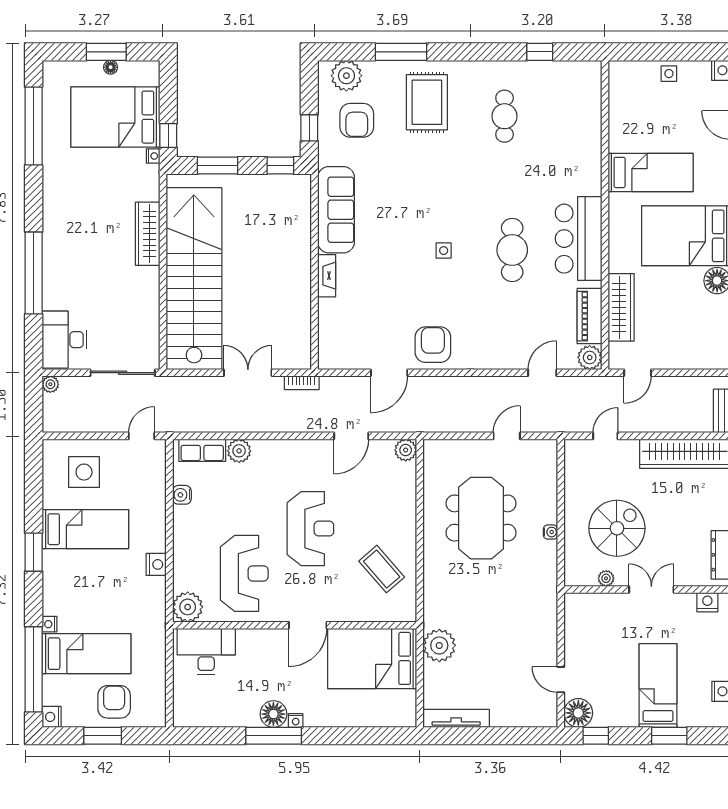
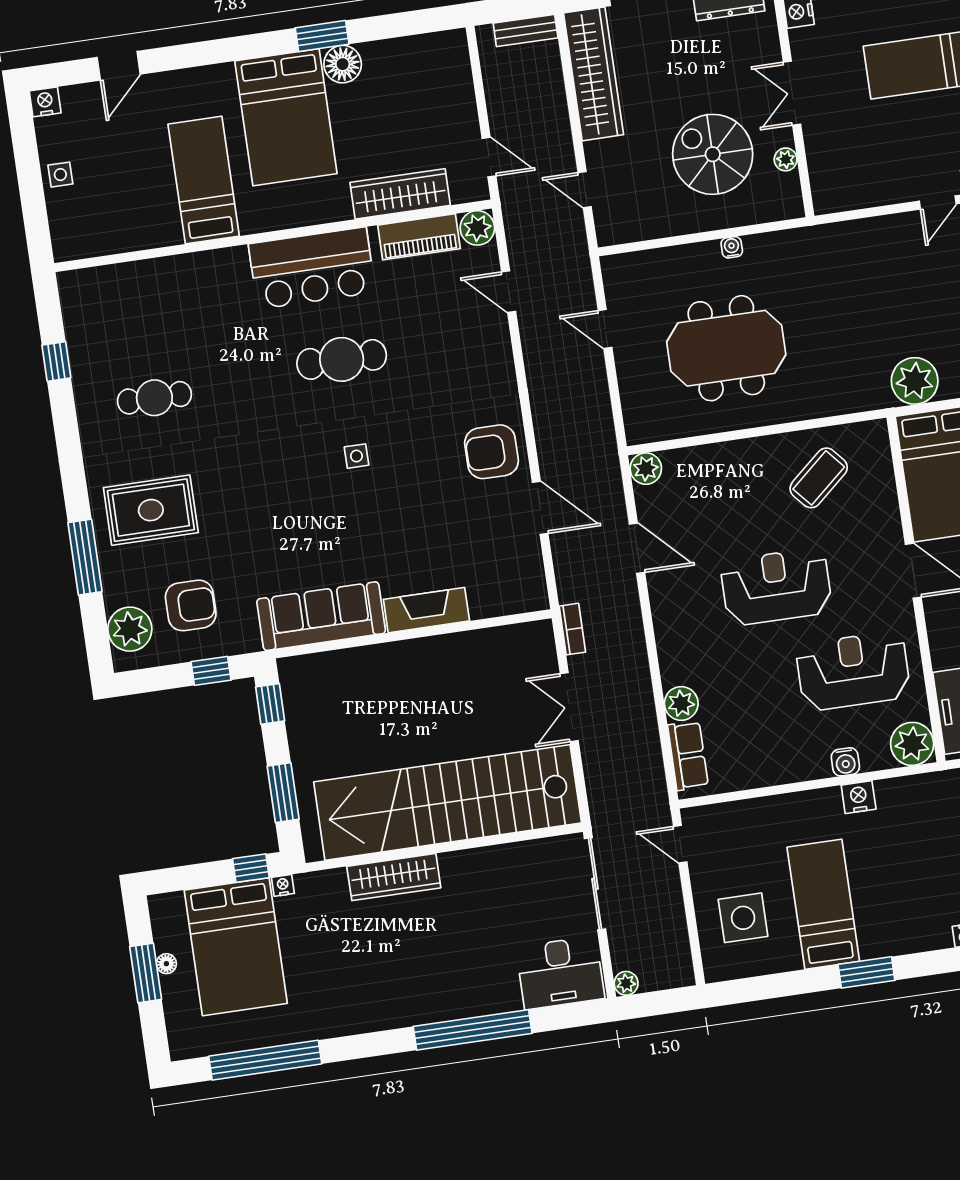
fireplace: (327, 276) -> (426, 610), width x1.37, depth x1.32
water cooler: (182, 495) -> (845, 762), moved

